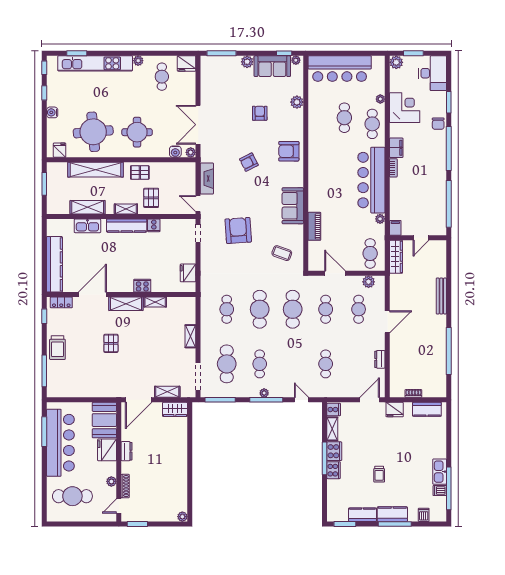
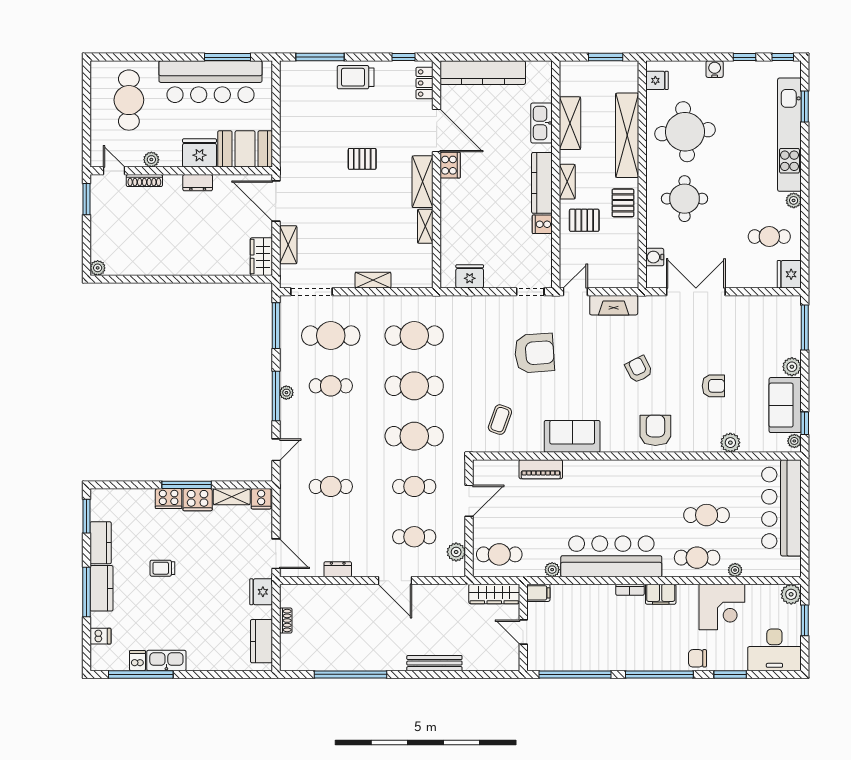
plant: (191, 152) -> (654, 281), removed
cooker: (142, 286) -> (450, 165), moved
cafe table: (227, 309) -> (414, 336), width x1.37, depth x1.35

